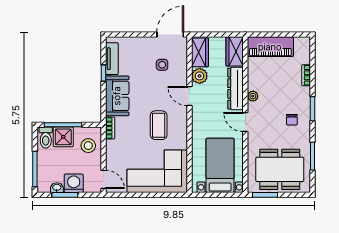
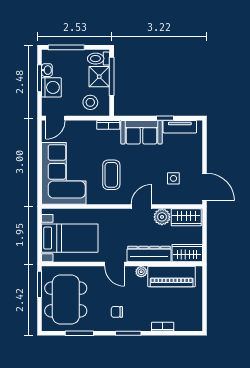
piano: (270, 47) -> (172, 276), moved, turned -90
door: (245, 122) -> (114, 264), swing flipped
coffee table: (159, 125) -> (111, 175), turned 90

